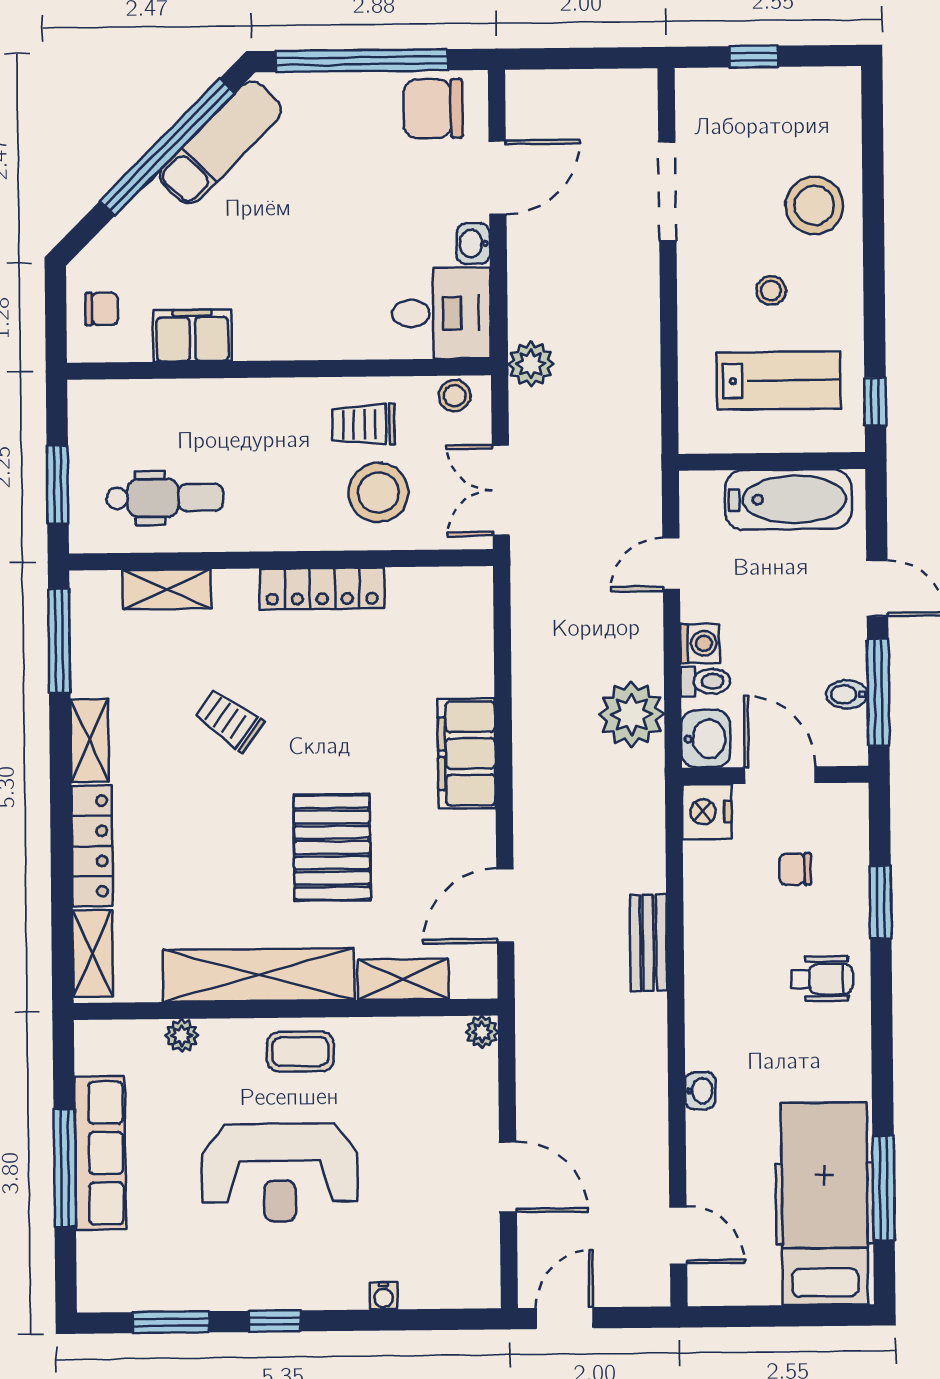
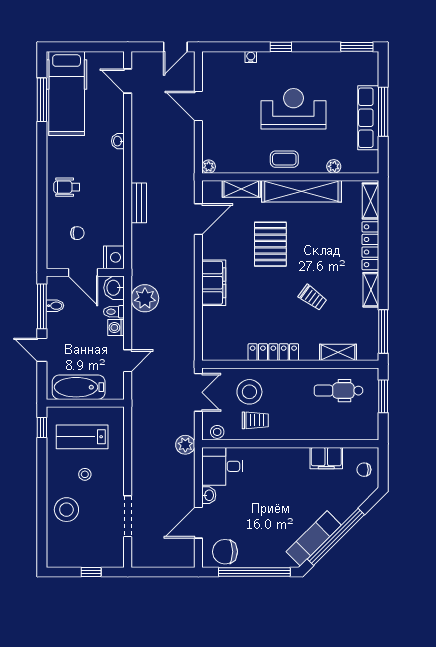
chair: (433, 108) -> (225, 552), turned 180
window: (880, 902) -> (42, 219), removed
window: (275, 1321) -> (281, 47), moved
window: (171, 1322) -> (357, 47), moved

